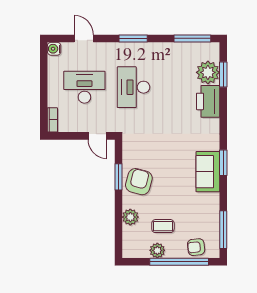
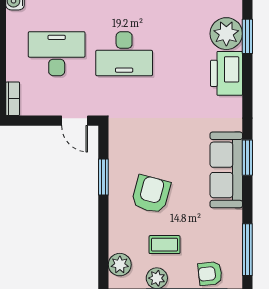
desk: (134, 87) -> (124, 54), turned -90
sofa: (208, 172) -> (226, 170), width x1.36
armchair: (139, 182) -> (151, 194), moved
plant: (130, 217) -> (120, 265), moved

